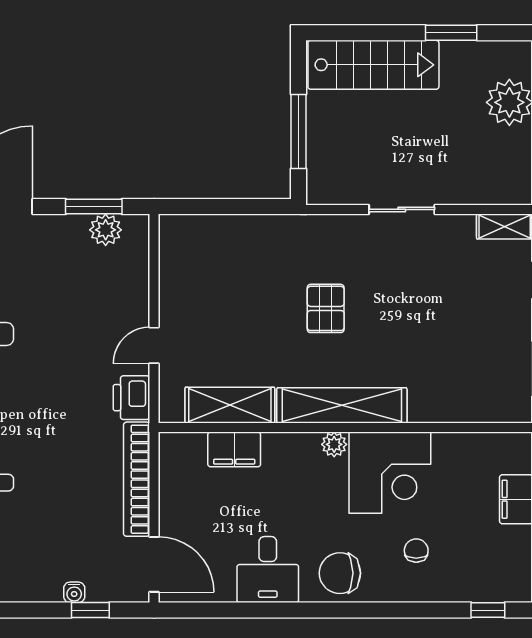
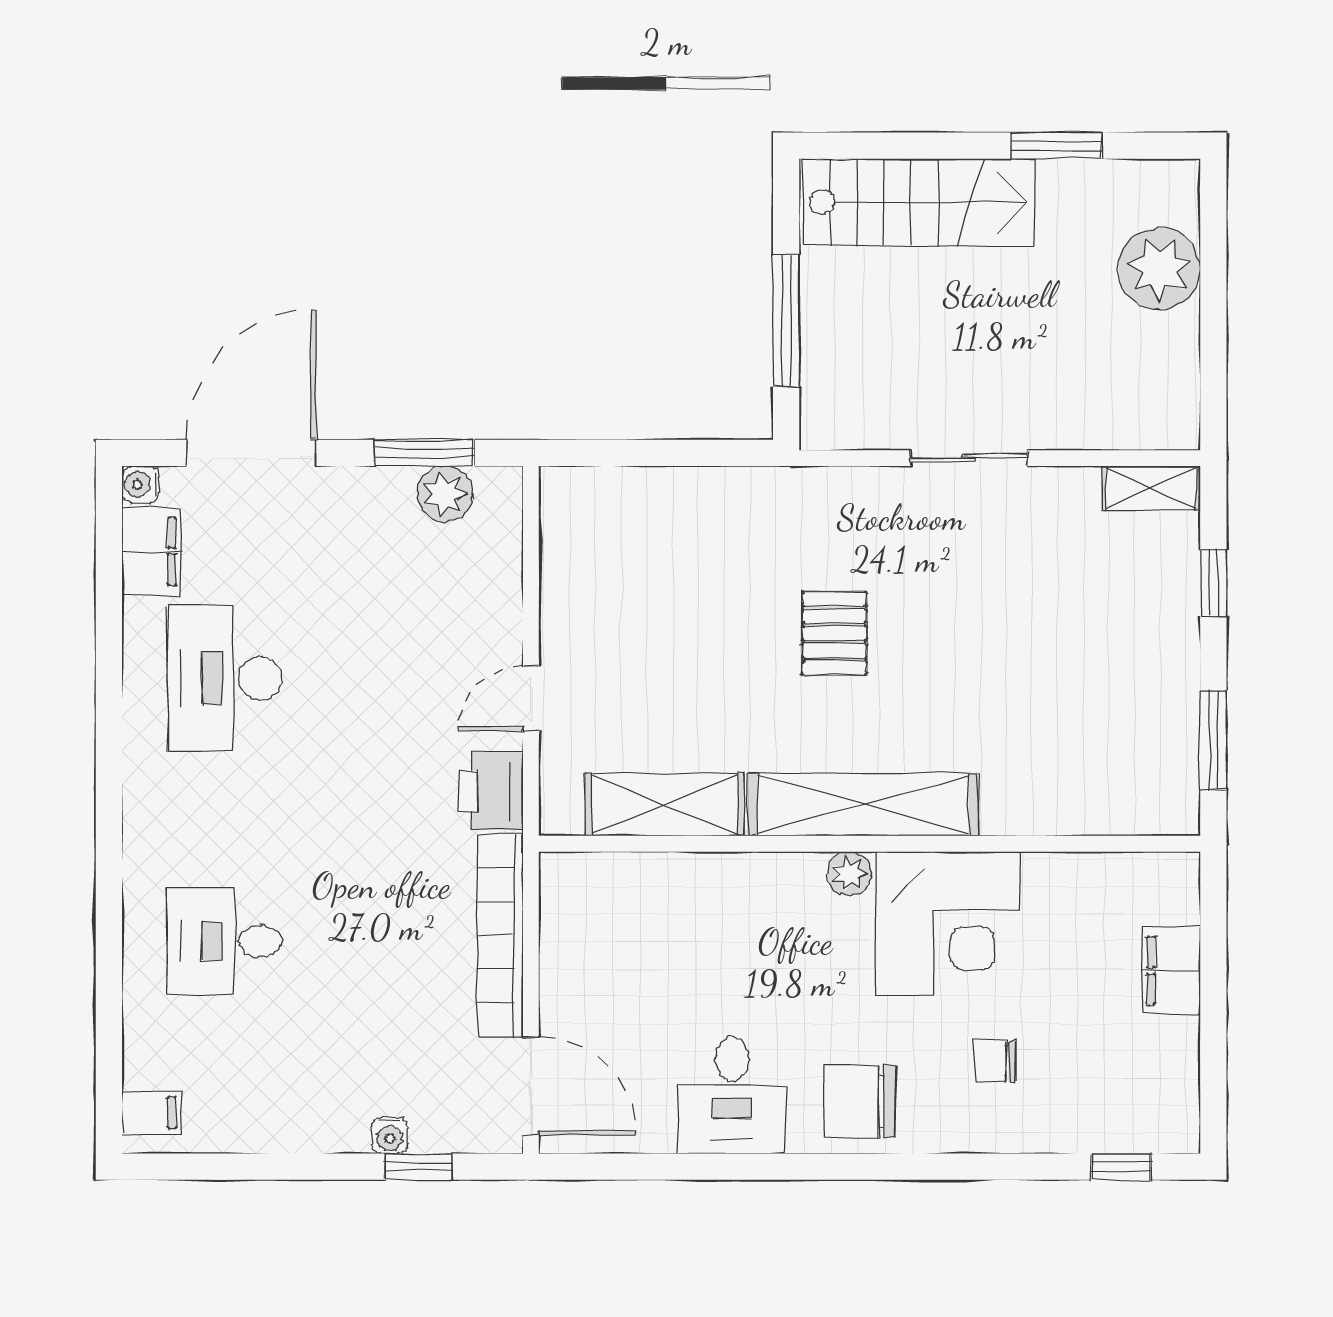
filing cabinet: (234, 449) -> (673, 883), removed
chair: (416, 551) -> (995, 1061), turned -90

